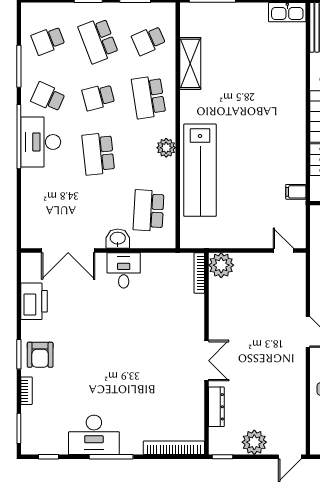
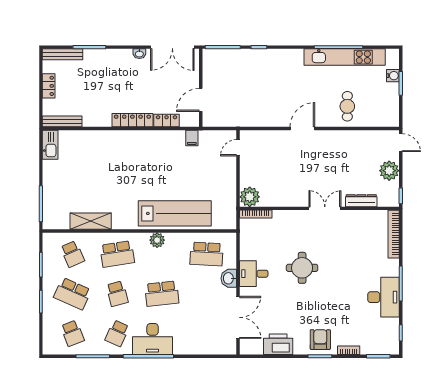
school desk: (98, 40) -> (72, 294), turned 45
round table: (131, 332) -> (302, 268), added
armchair: (40, 355) -> (320, 340), turned -90

